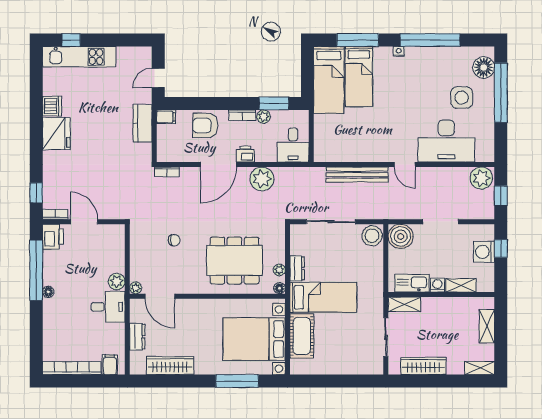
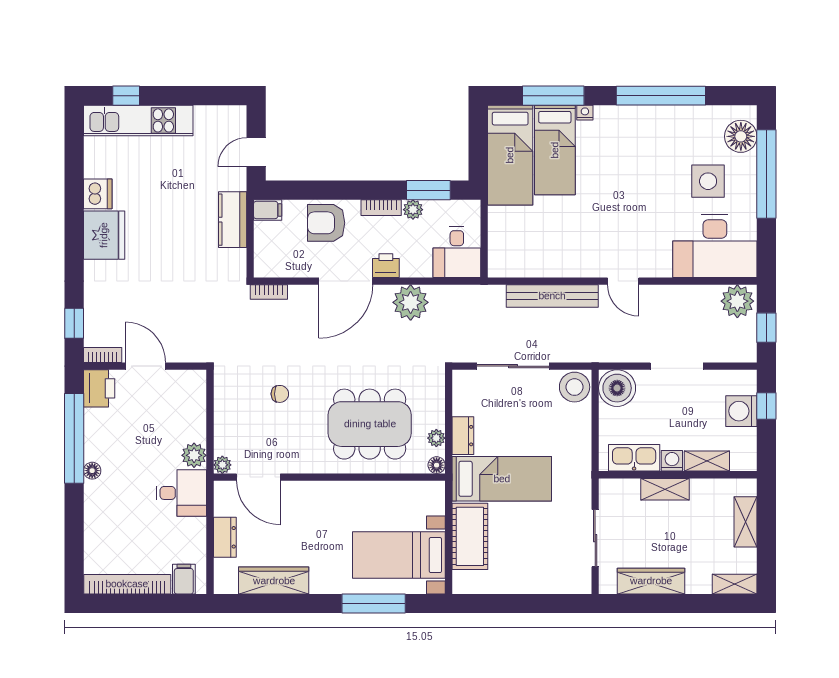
nightstand: (399, 51) -> (585, 113), moved
desk: (446, 141) -> (715, 246), moved
shelving: (404, 304) -> (665, 489), moved
bed with nightstands: (254, 339) -> (399, 555), width x0.73

